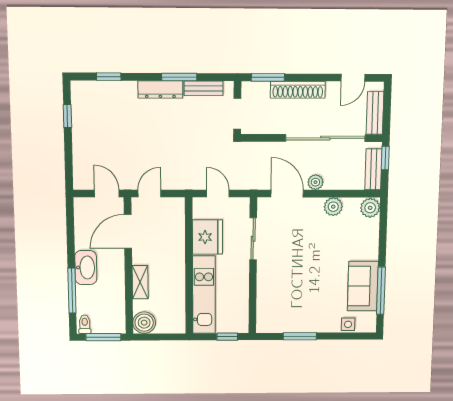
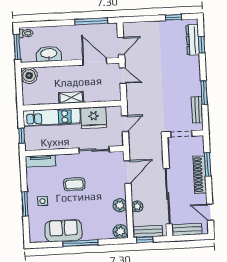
window: (268, 77) -> (208, 164), moved
dresser: (160, 90) -> (193, 40), moved
window: (385, 158) -> (145, 240), moved
plant: (315, 182) -> (137, 206), moved
washbasin: (86, 268) -> (49, 54), moved, turned 180
coffee table: (299, 268) -> (74, 184), added
shelving: (140, 282) -> (71, 98), moved
window: (72, 291) -> (91, 21), moved
window: (381, 291) -> (80, 243), moved
tv unit: (264, 313) -> (41, 161), added
side table: (348, 324) -> (43, 201), moved
window: (300, 336) -> (25, 204), moved

